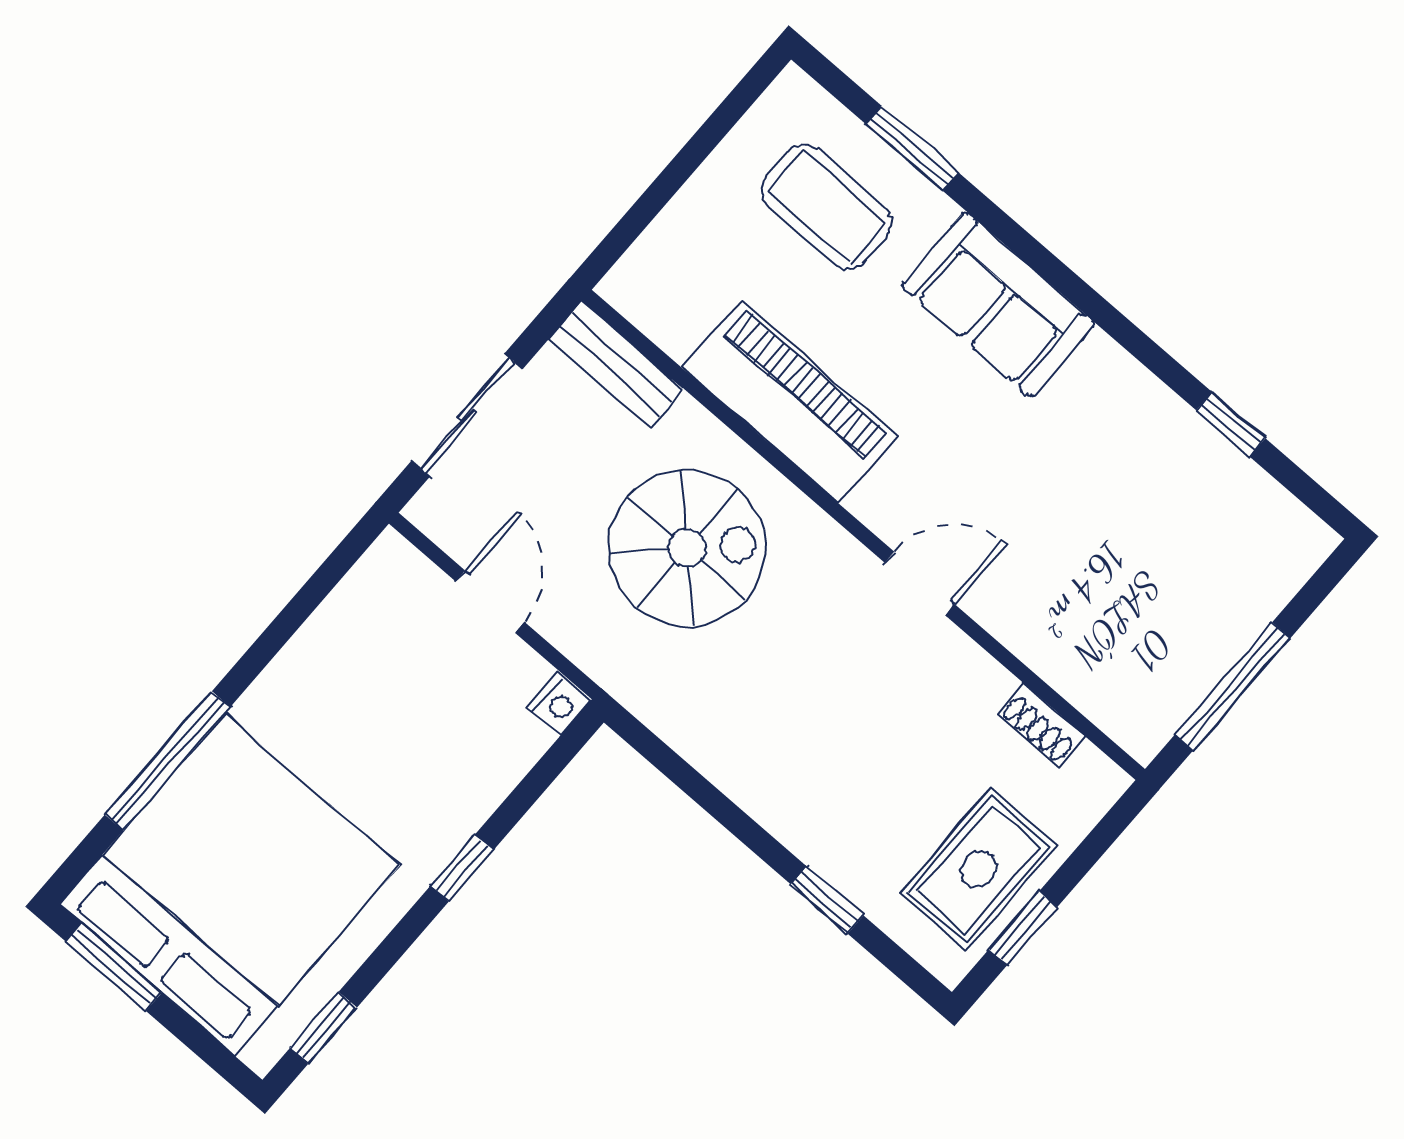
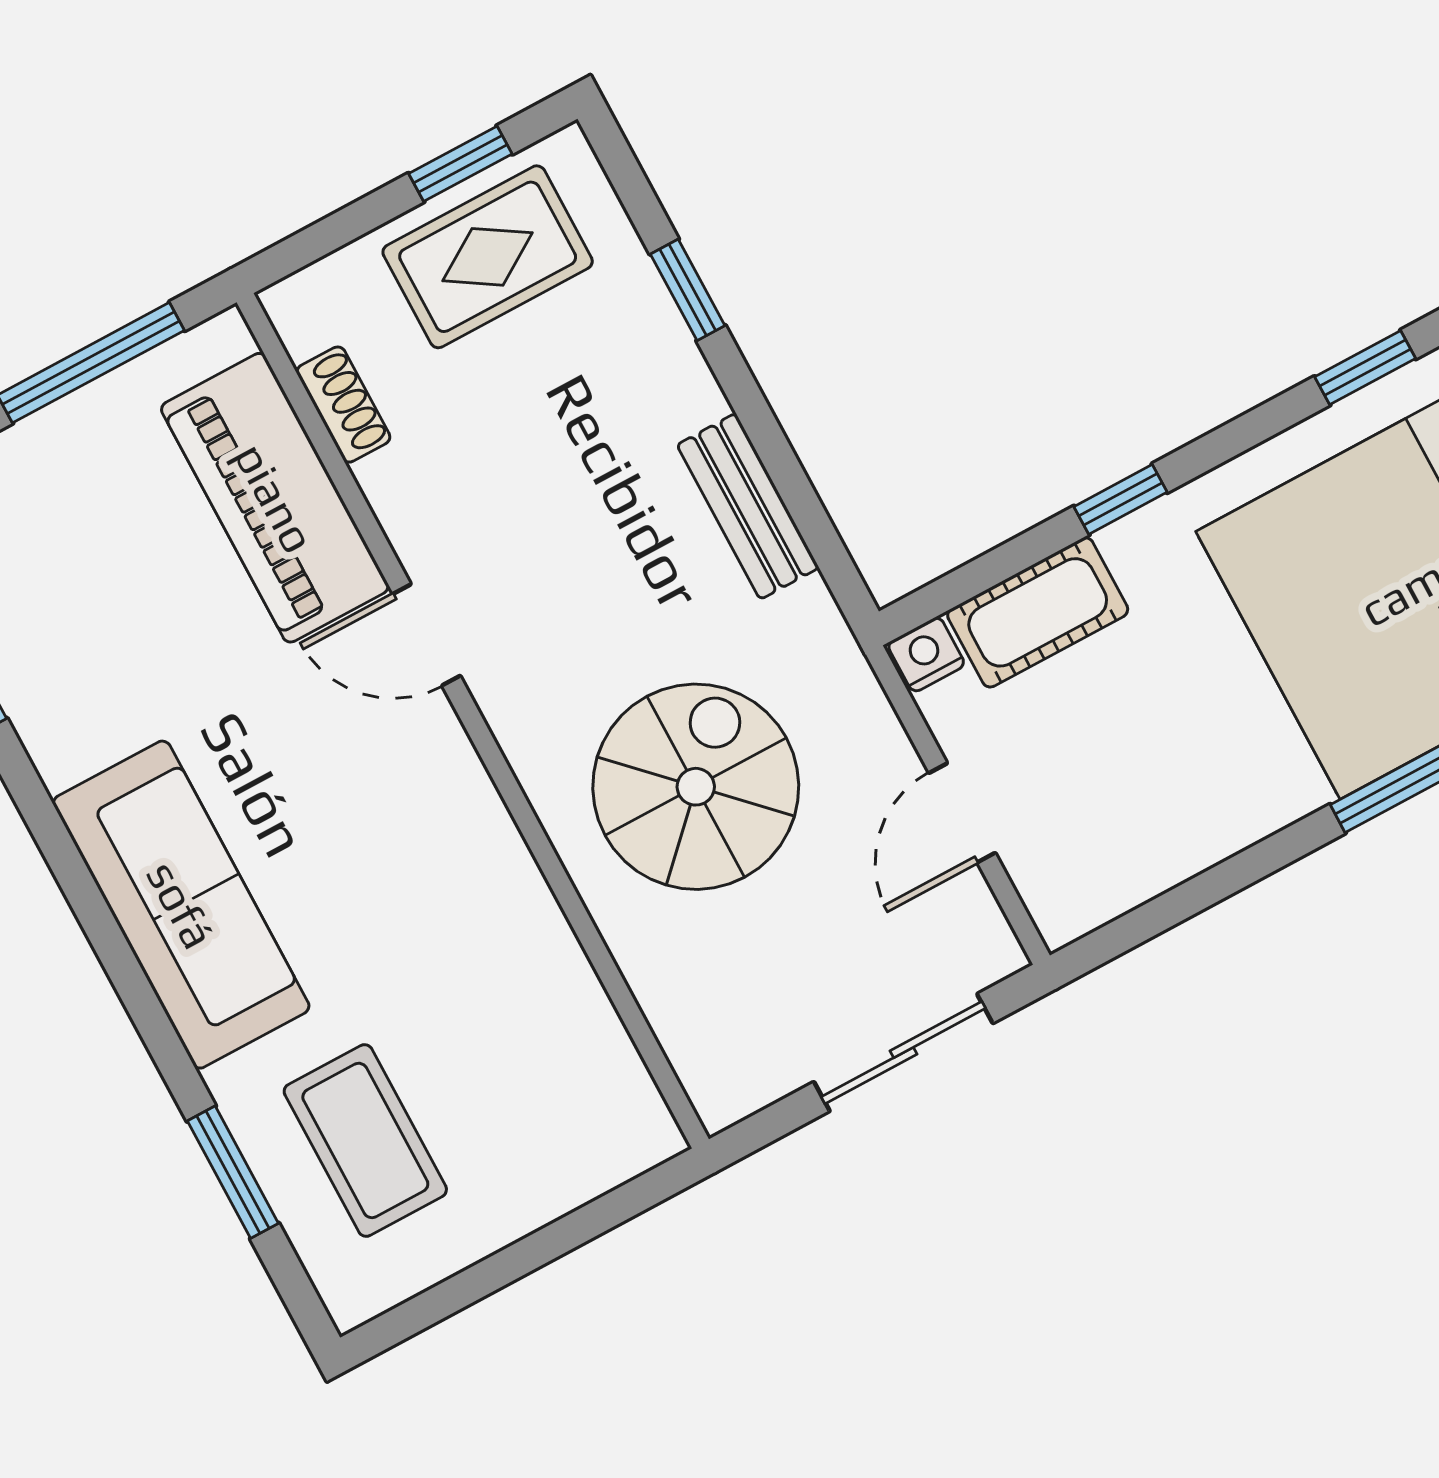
sofa: (998, 305) -> (181, 905), width x1.36
bench: (616, 364) -> (748, 506), moved
piano: (790, 402) -> (275, 498), moved
spiral stairs: (687, 548) -> (696, 787), turned 90
cot: (490, 765) -> (1038, 612), added

